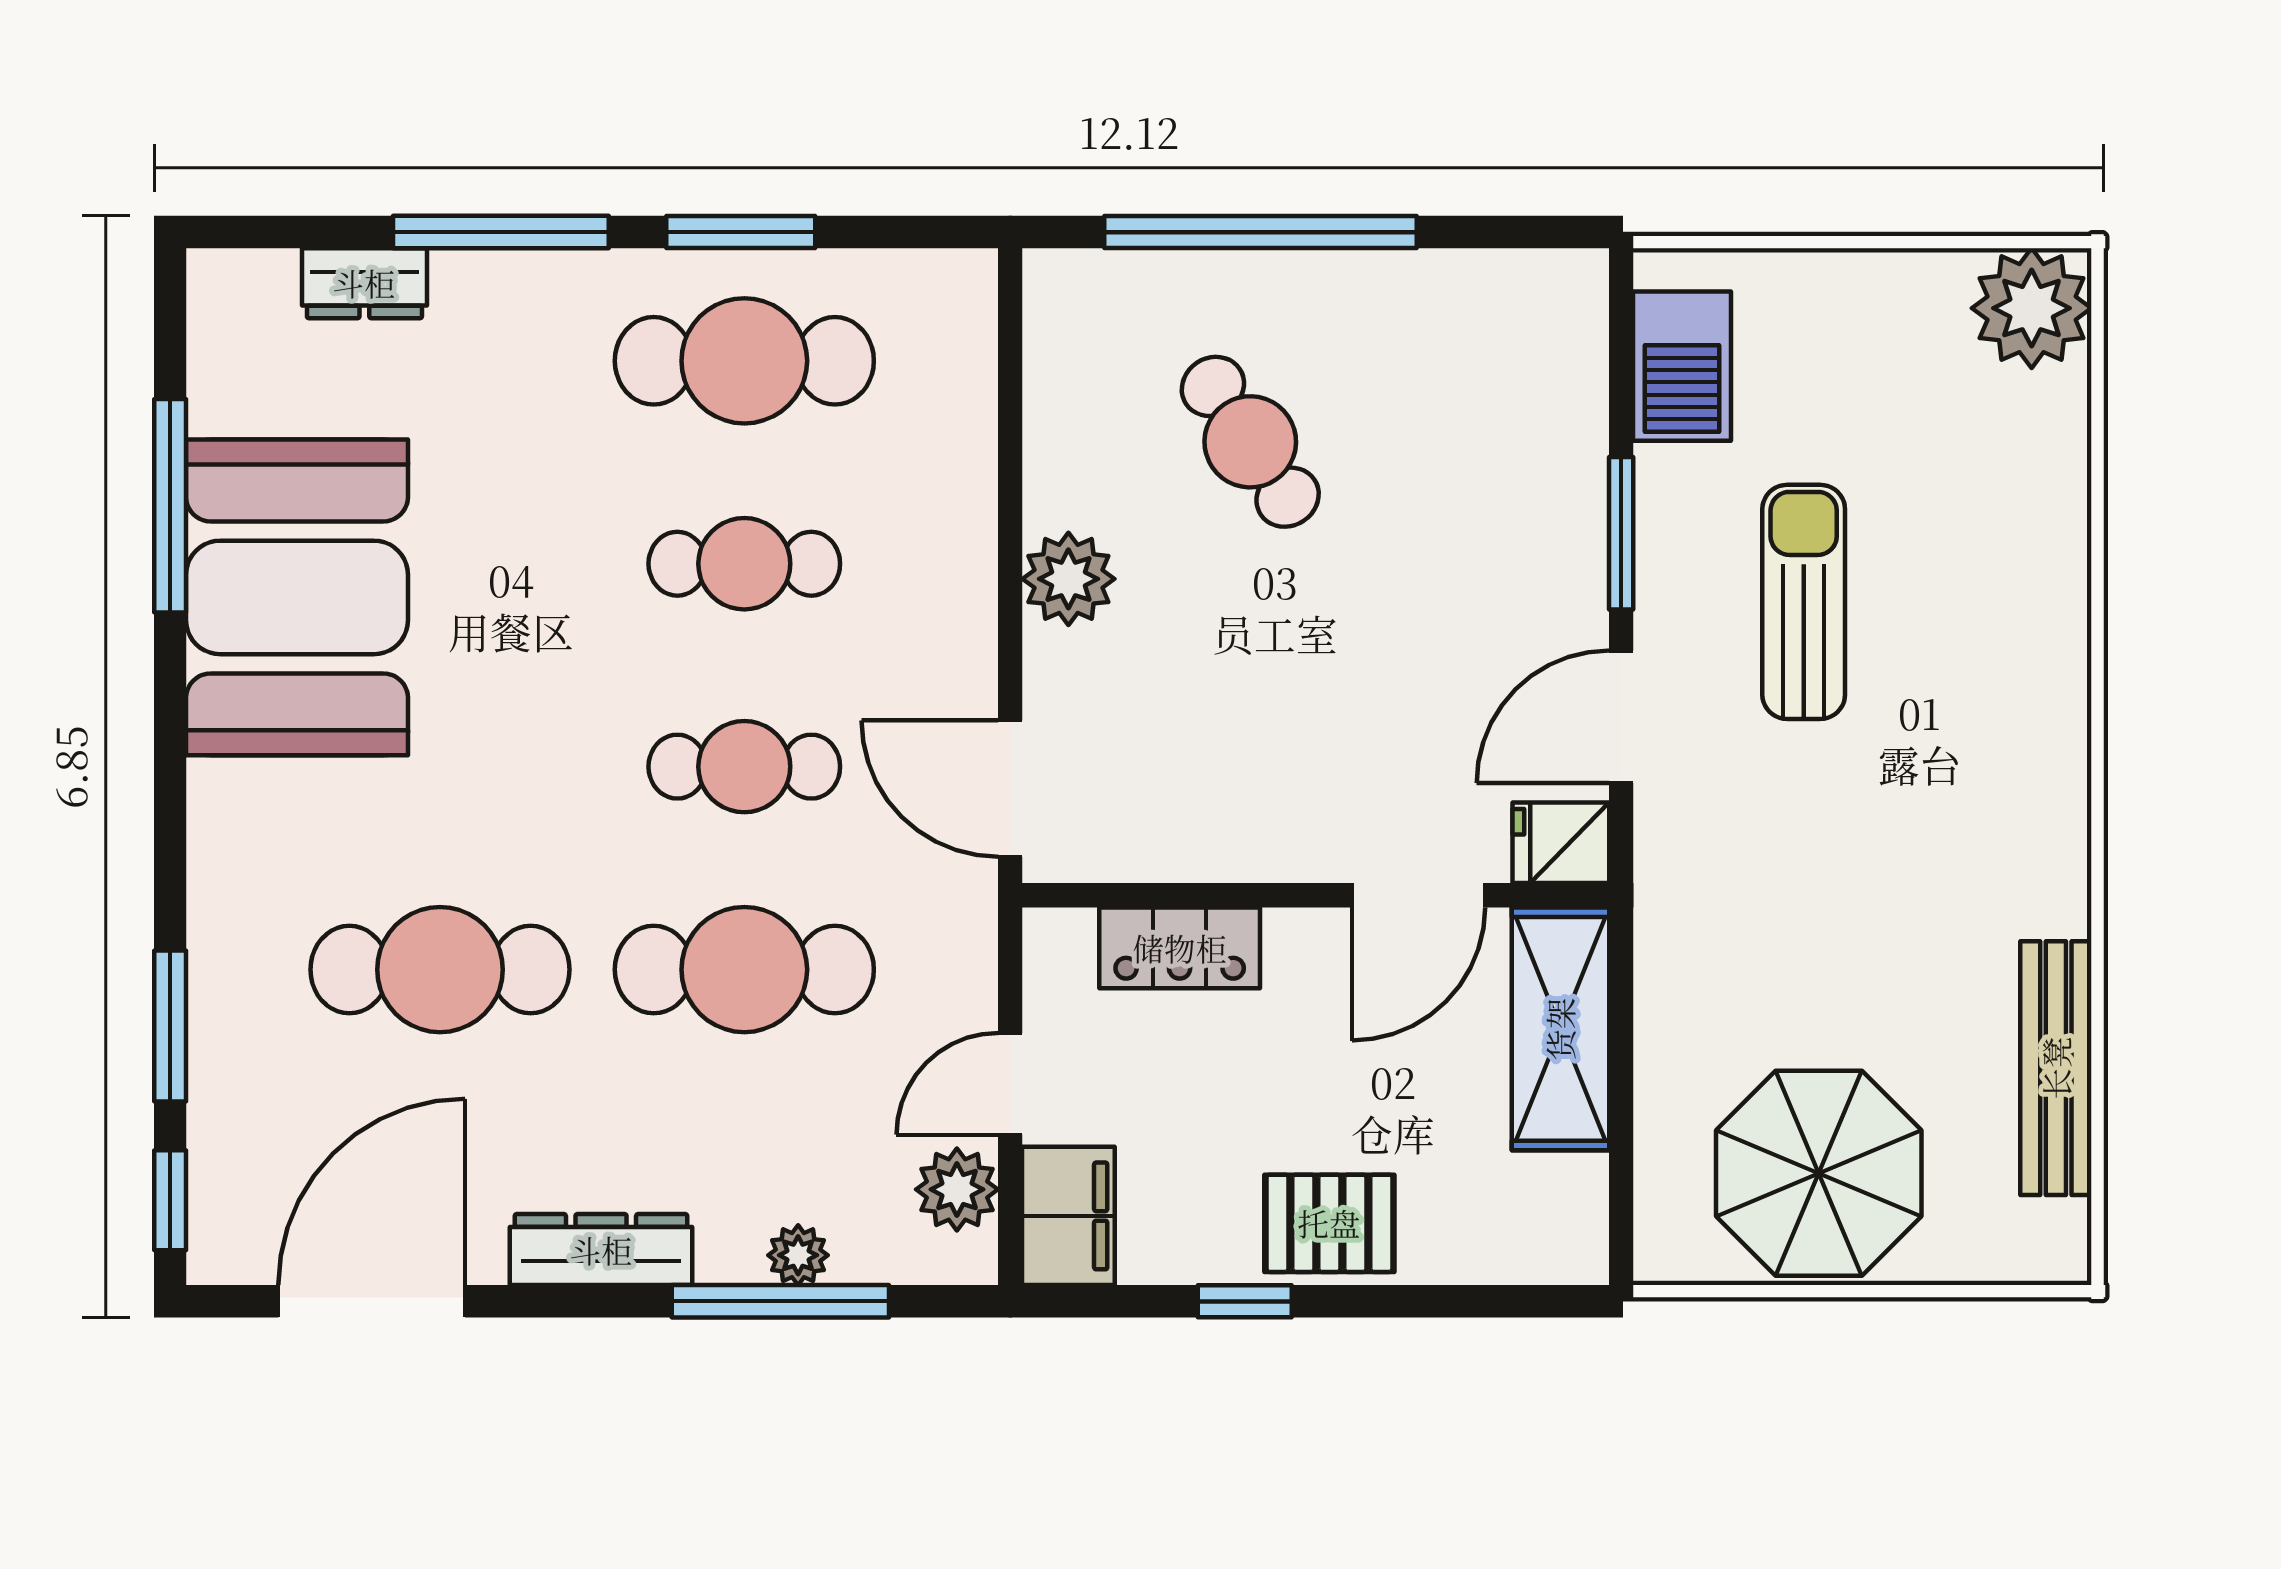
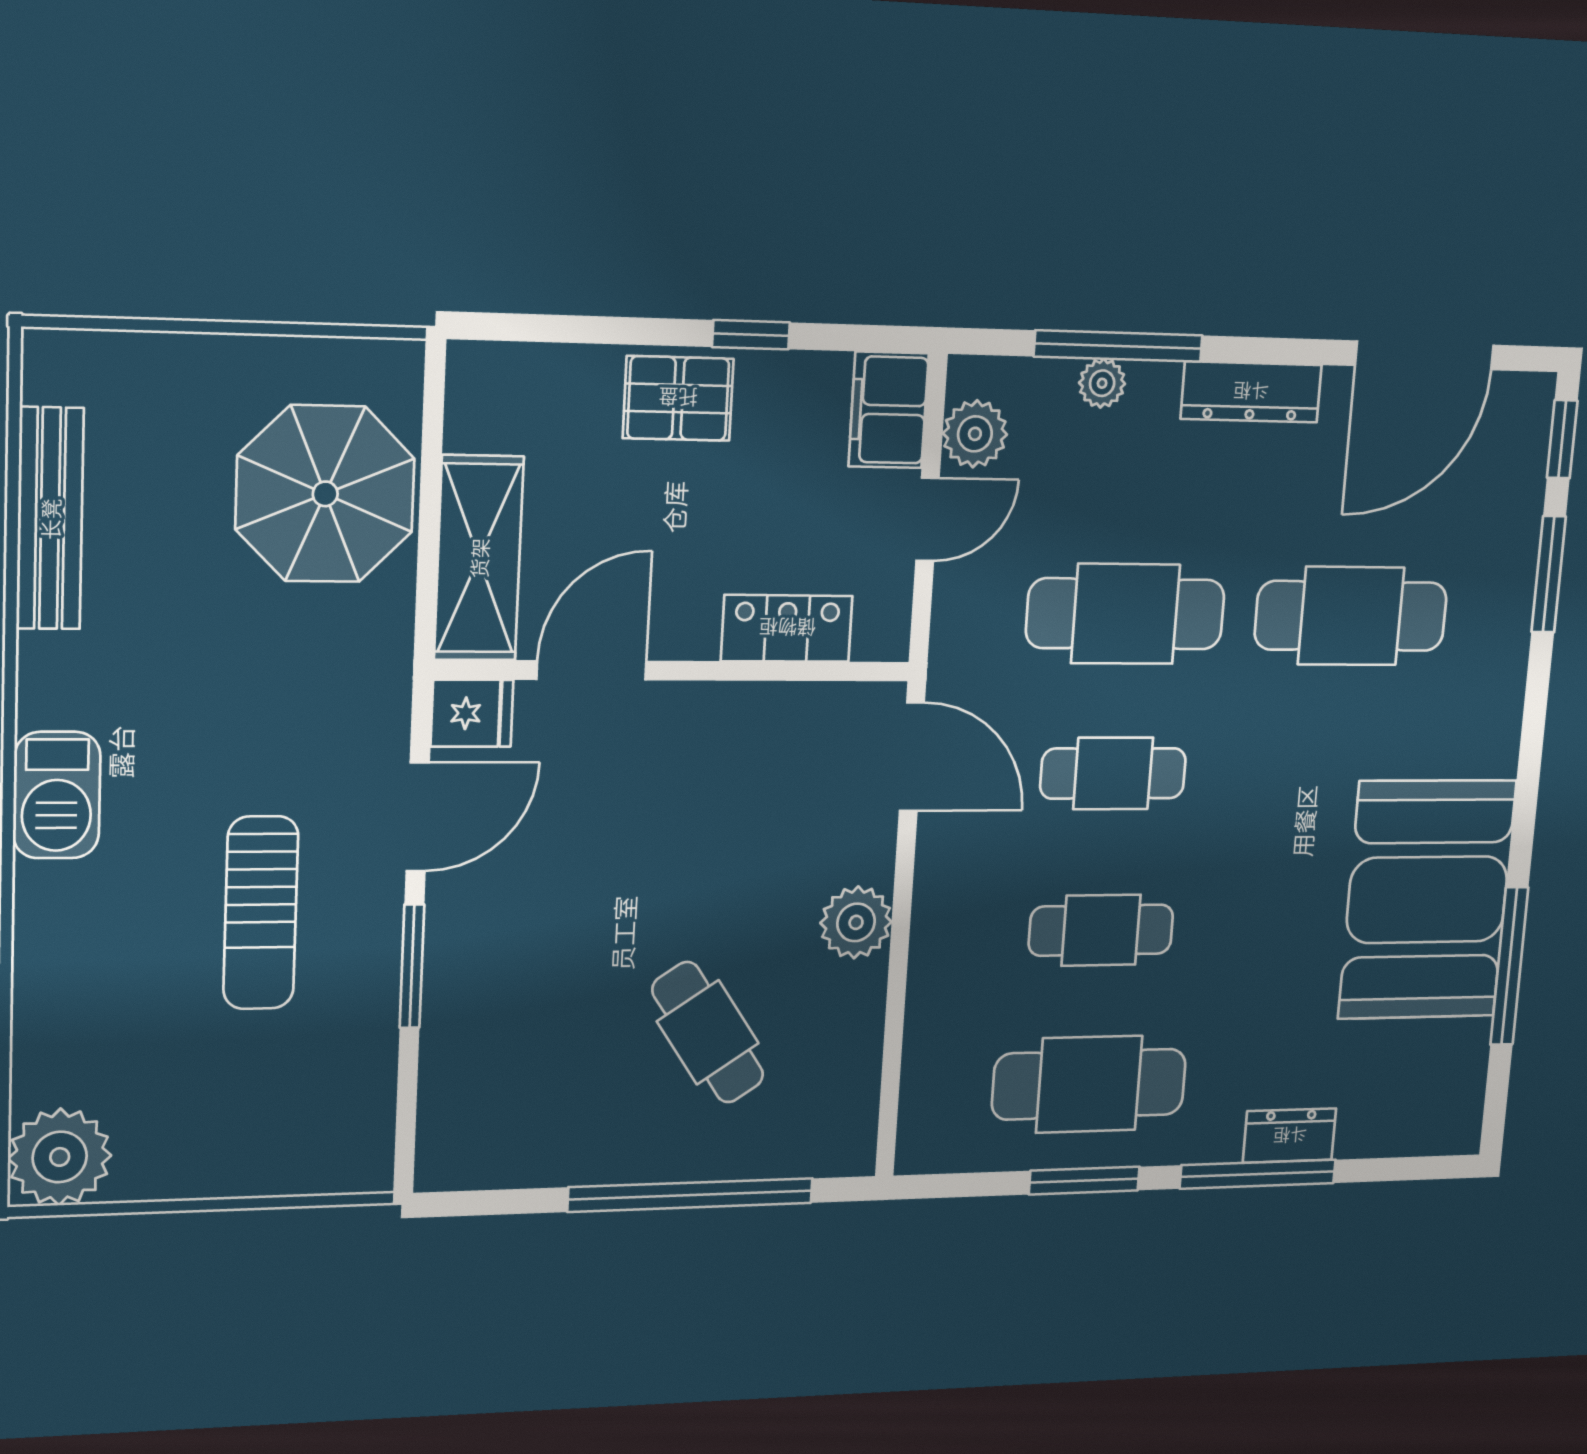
dresser: (364, 283) -> (1290, 1136), moved
barbecue: (1682, 366) -> (57, 795), moved, turned 180
parasol: (1819, 1173) -> (325, 494), moved

